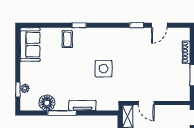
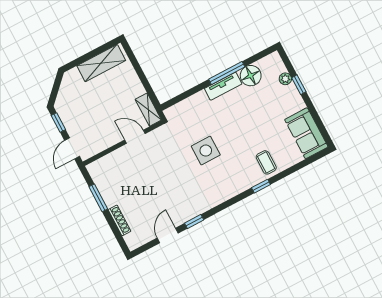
window: (18, 90) -> (299, 85), moved
tv unit: (83, 106) -> (223, 86), moved

